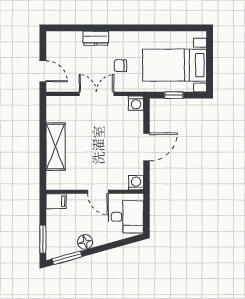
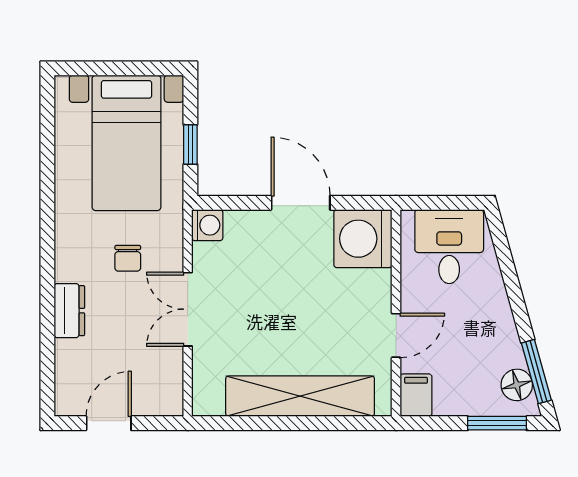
door: (43, 71) -> (109, 423), moved
shelving: (56, 147) -> (300, 396), width x1.47
washing machine: (136, 183) -> (363, 239), width x1.89, depth x1.89
door: (98, 192) -> (396, 335), moved
floor lamp: (85, 242) -> (517, 385), moved

